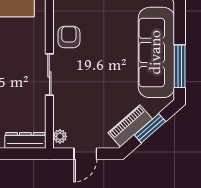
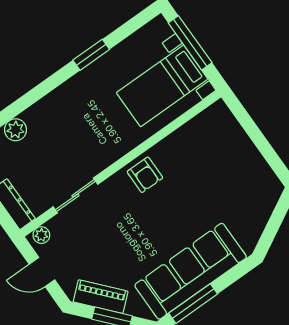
armchair: (69, 37) -> (145, 175), turned 90
sliding door: (49, 74) -> (75, 196), moved

